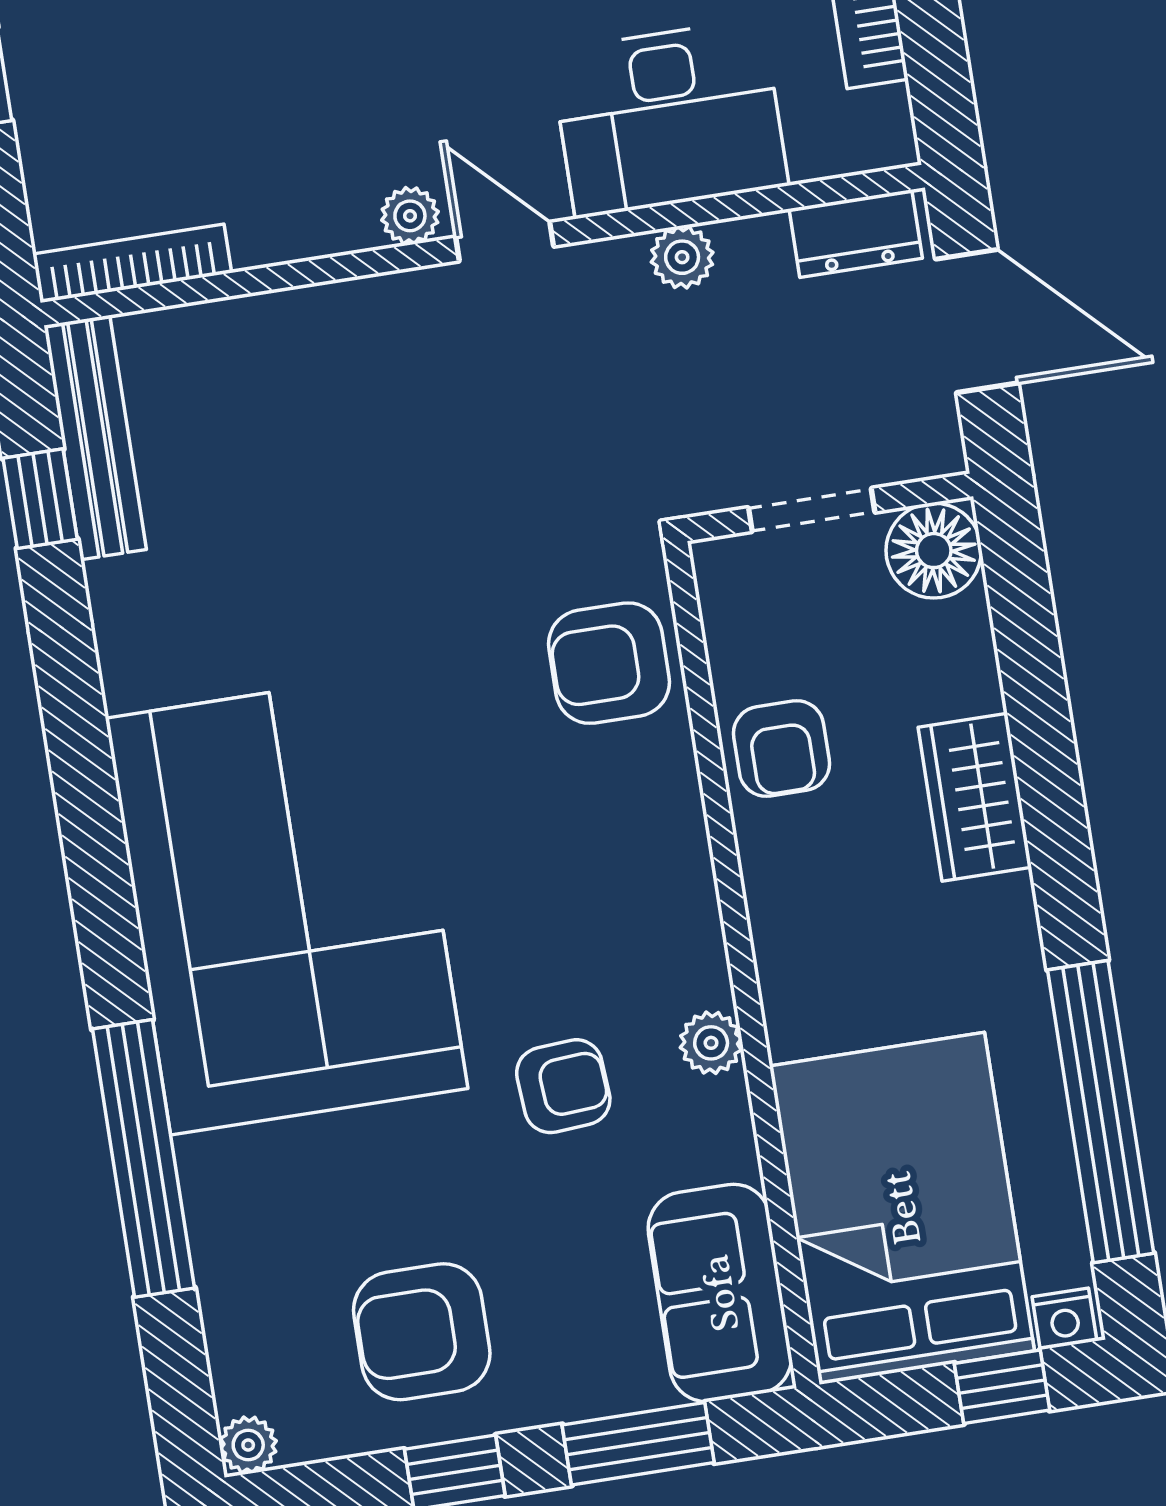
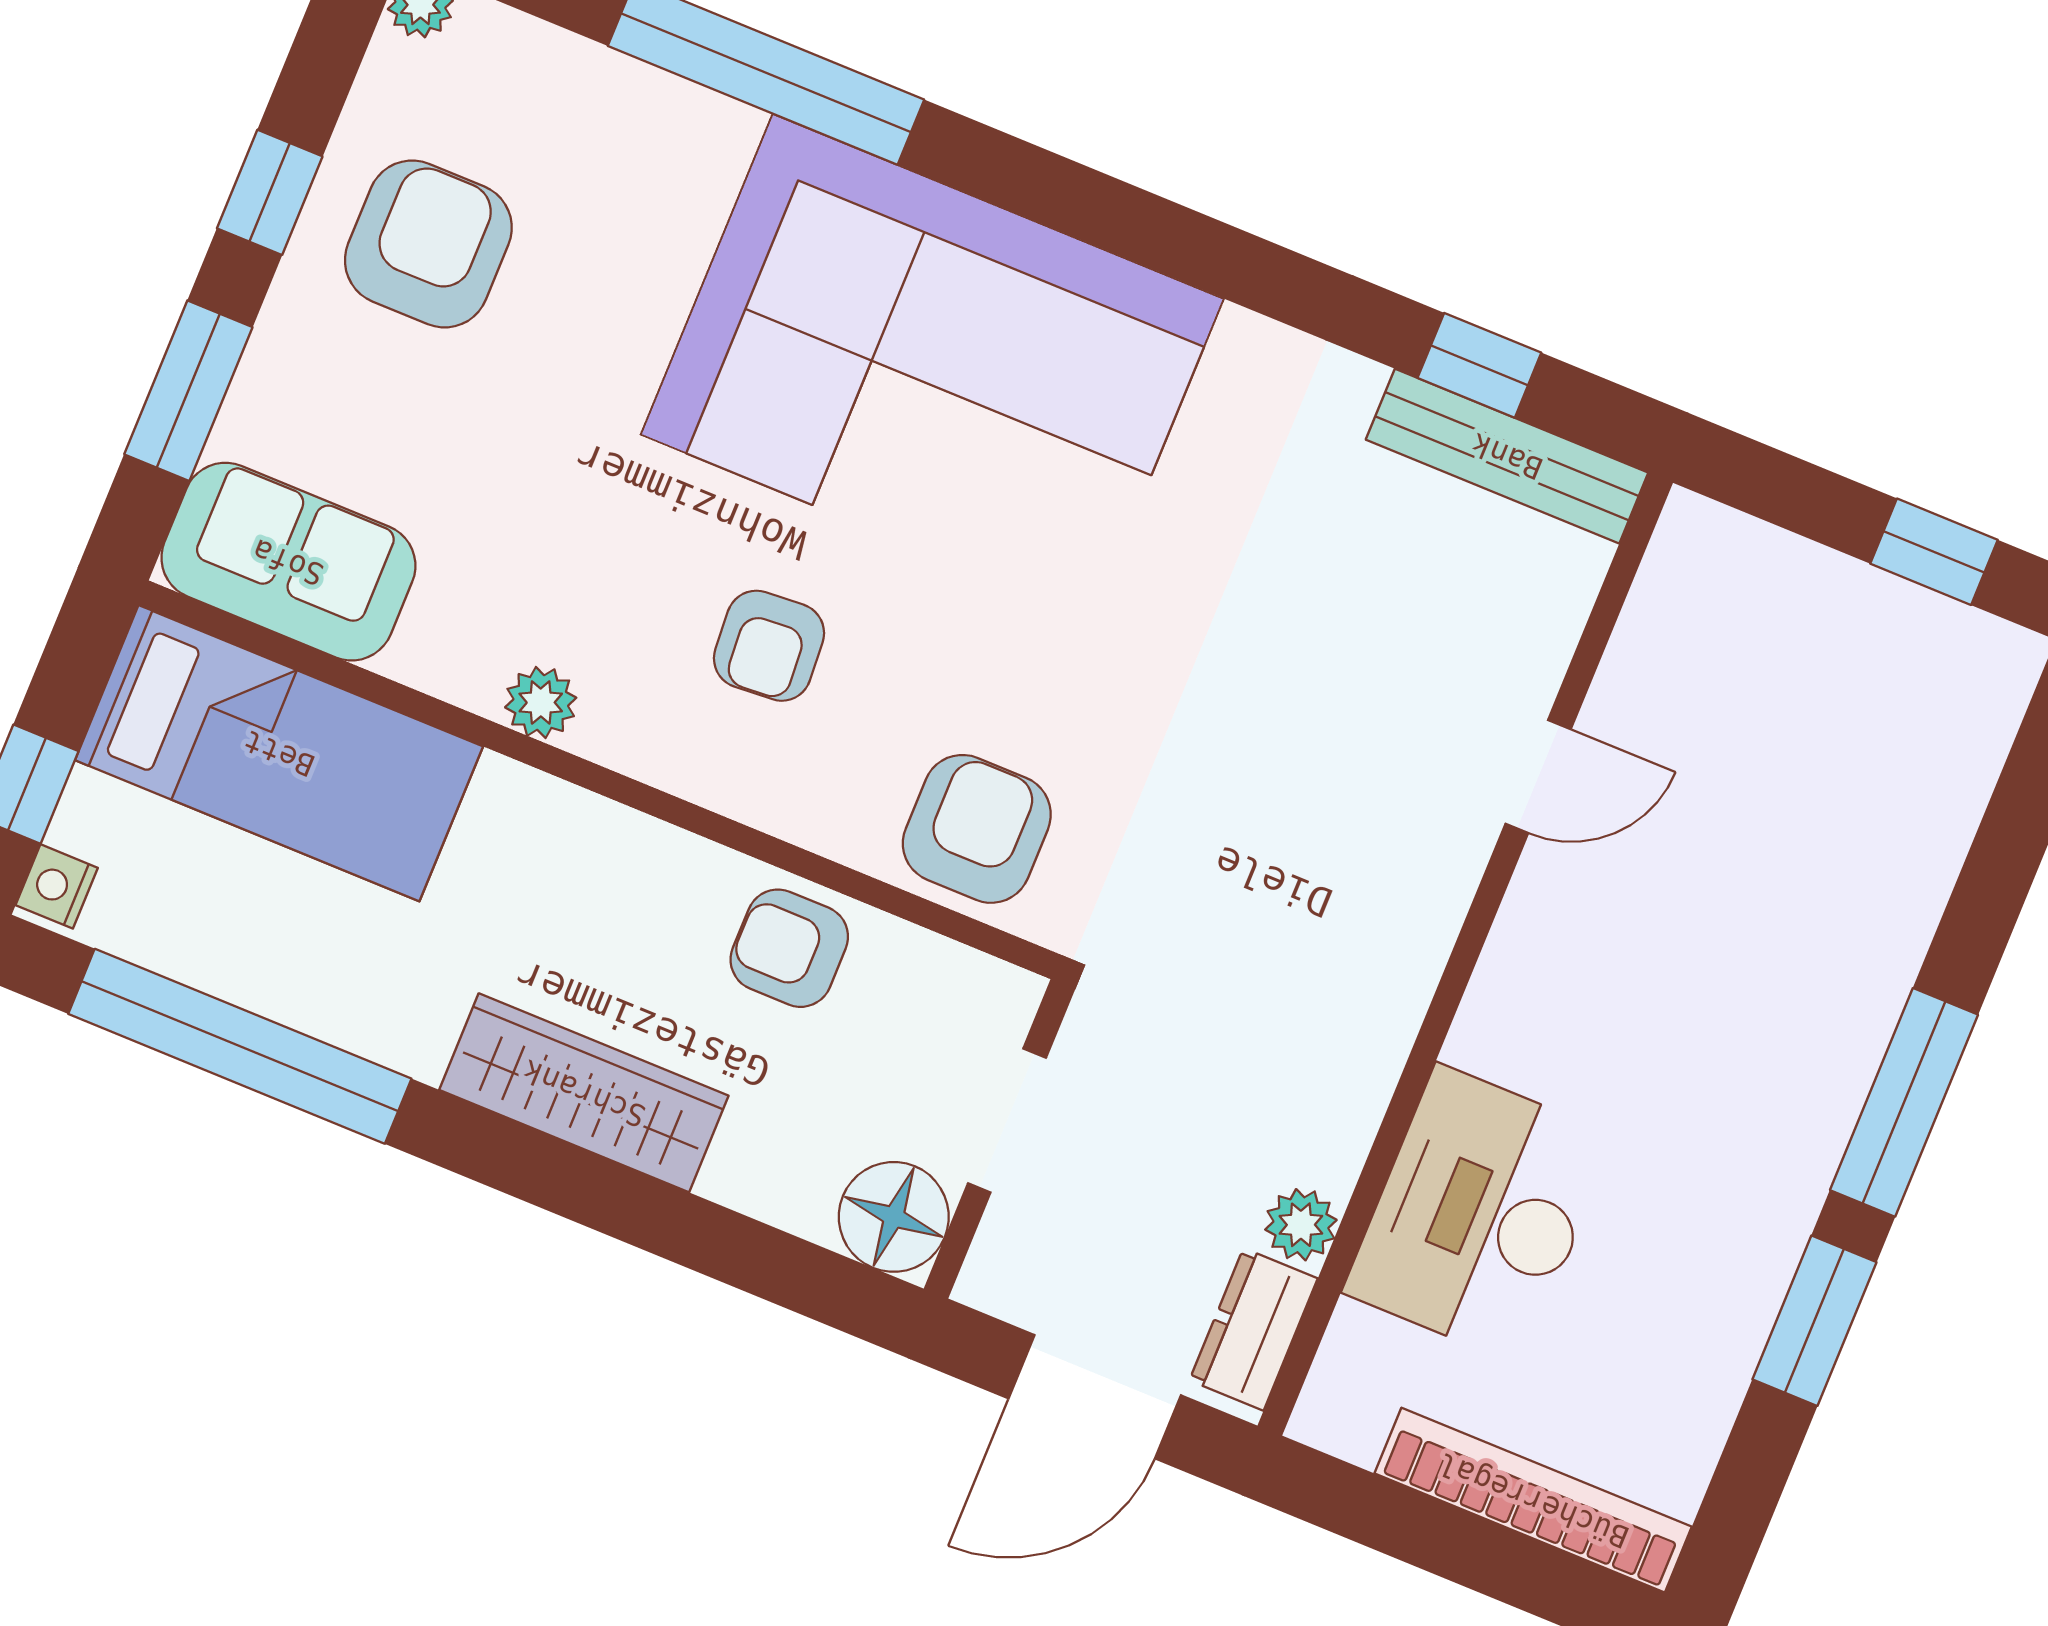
plant: (410, 216) -> (1538, 900), removed
door: (505, 242) -> (1538, 776), moved
plant: (682, 257) -> (1301, 1225), moved
bookcase: (132, 263) -> (1657, 597), removed
wardrobe: (975, 797) -> (584, 1093), width x1.50
armchair: (563, 1086) -> (769, 646), moved
bed: (902, 1208) -> (279, 753), width x0.67

